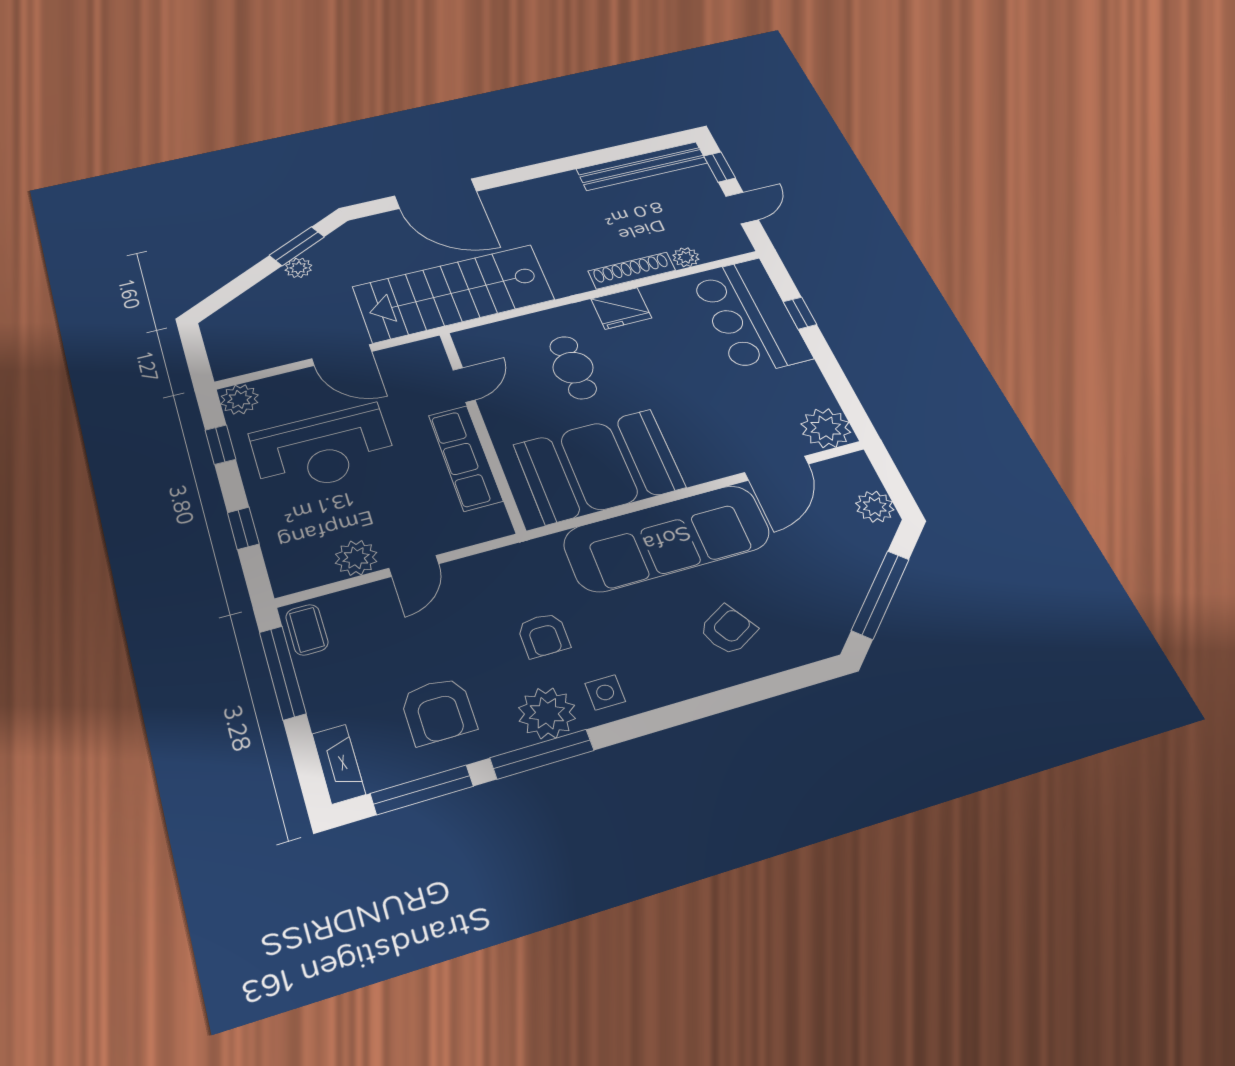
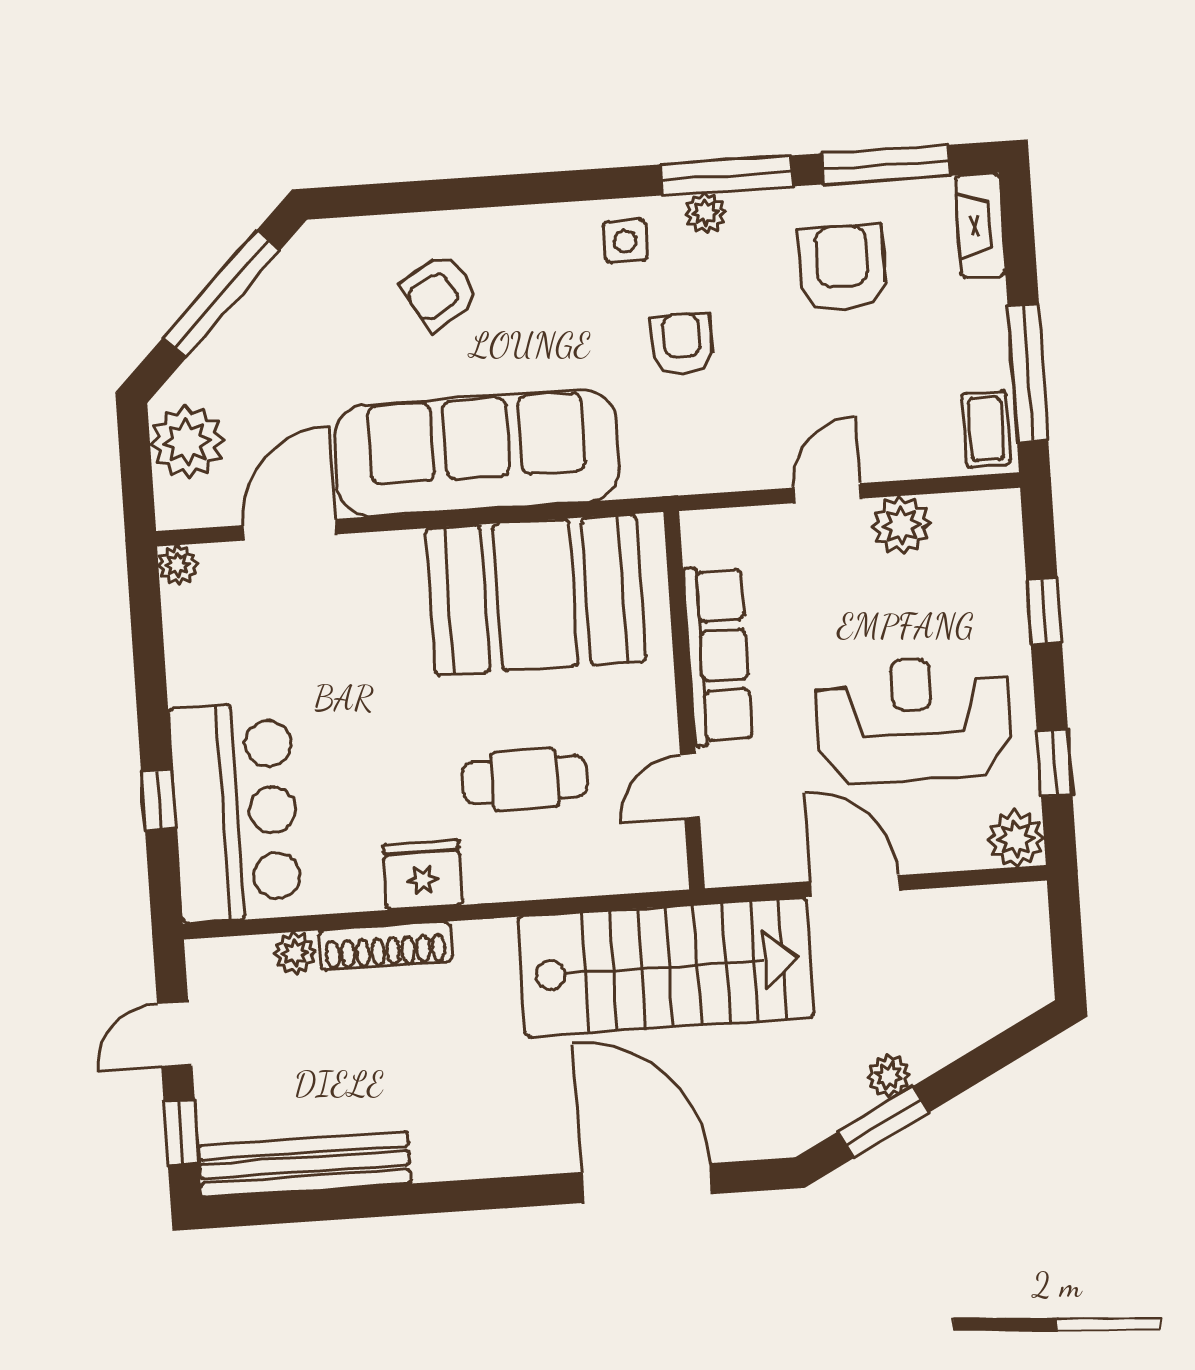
cafe table: (573, 368) -> (525, 779), turned 90
plant: (826, 428) -> (178, 565), width x0.53, depth x0.53
plant: (875, 507) -> (187, 442), width x1.36, depth x1.36
plant: (547, 713) -> (705, 213), width x0.53, depth x0.53

